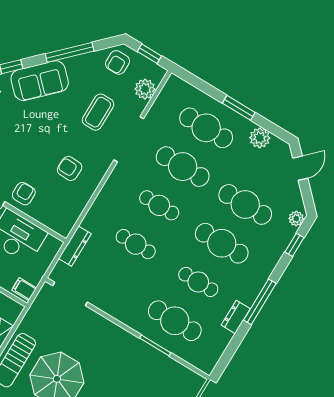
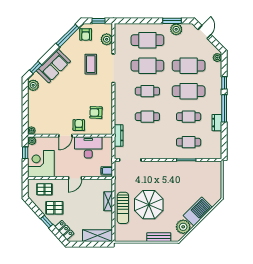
window: (70, 52) -> (68, 36), moved
window: (239, 108) -> (172, 21), moved
armchair: (70, 168) -> (96, 113), moved
window: (294, 245) -> (224, 83), moved
cafe table: (175, 321) -> (189, 142), width x0.73, depth x0.74

